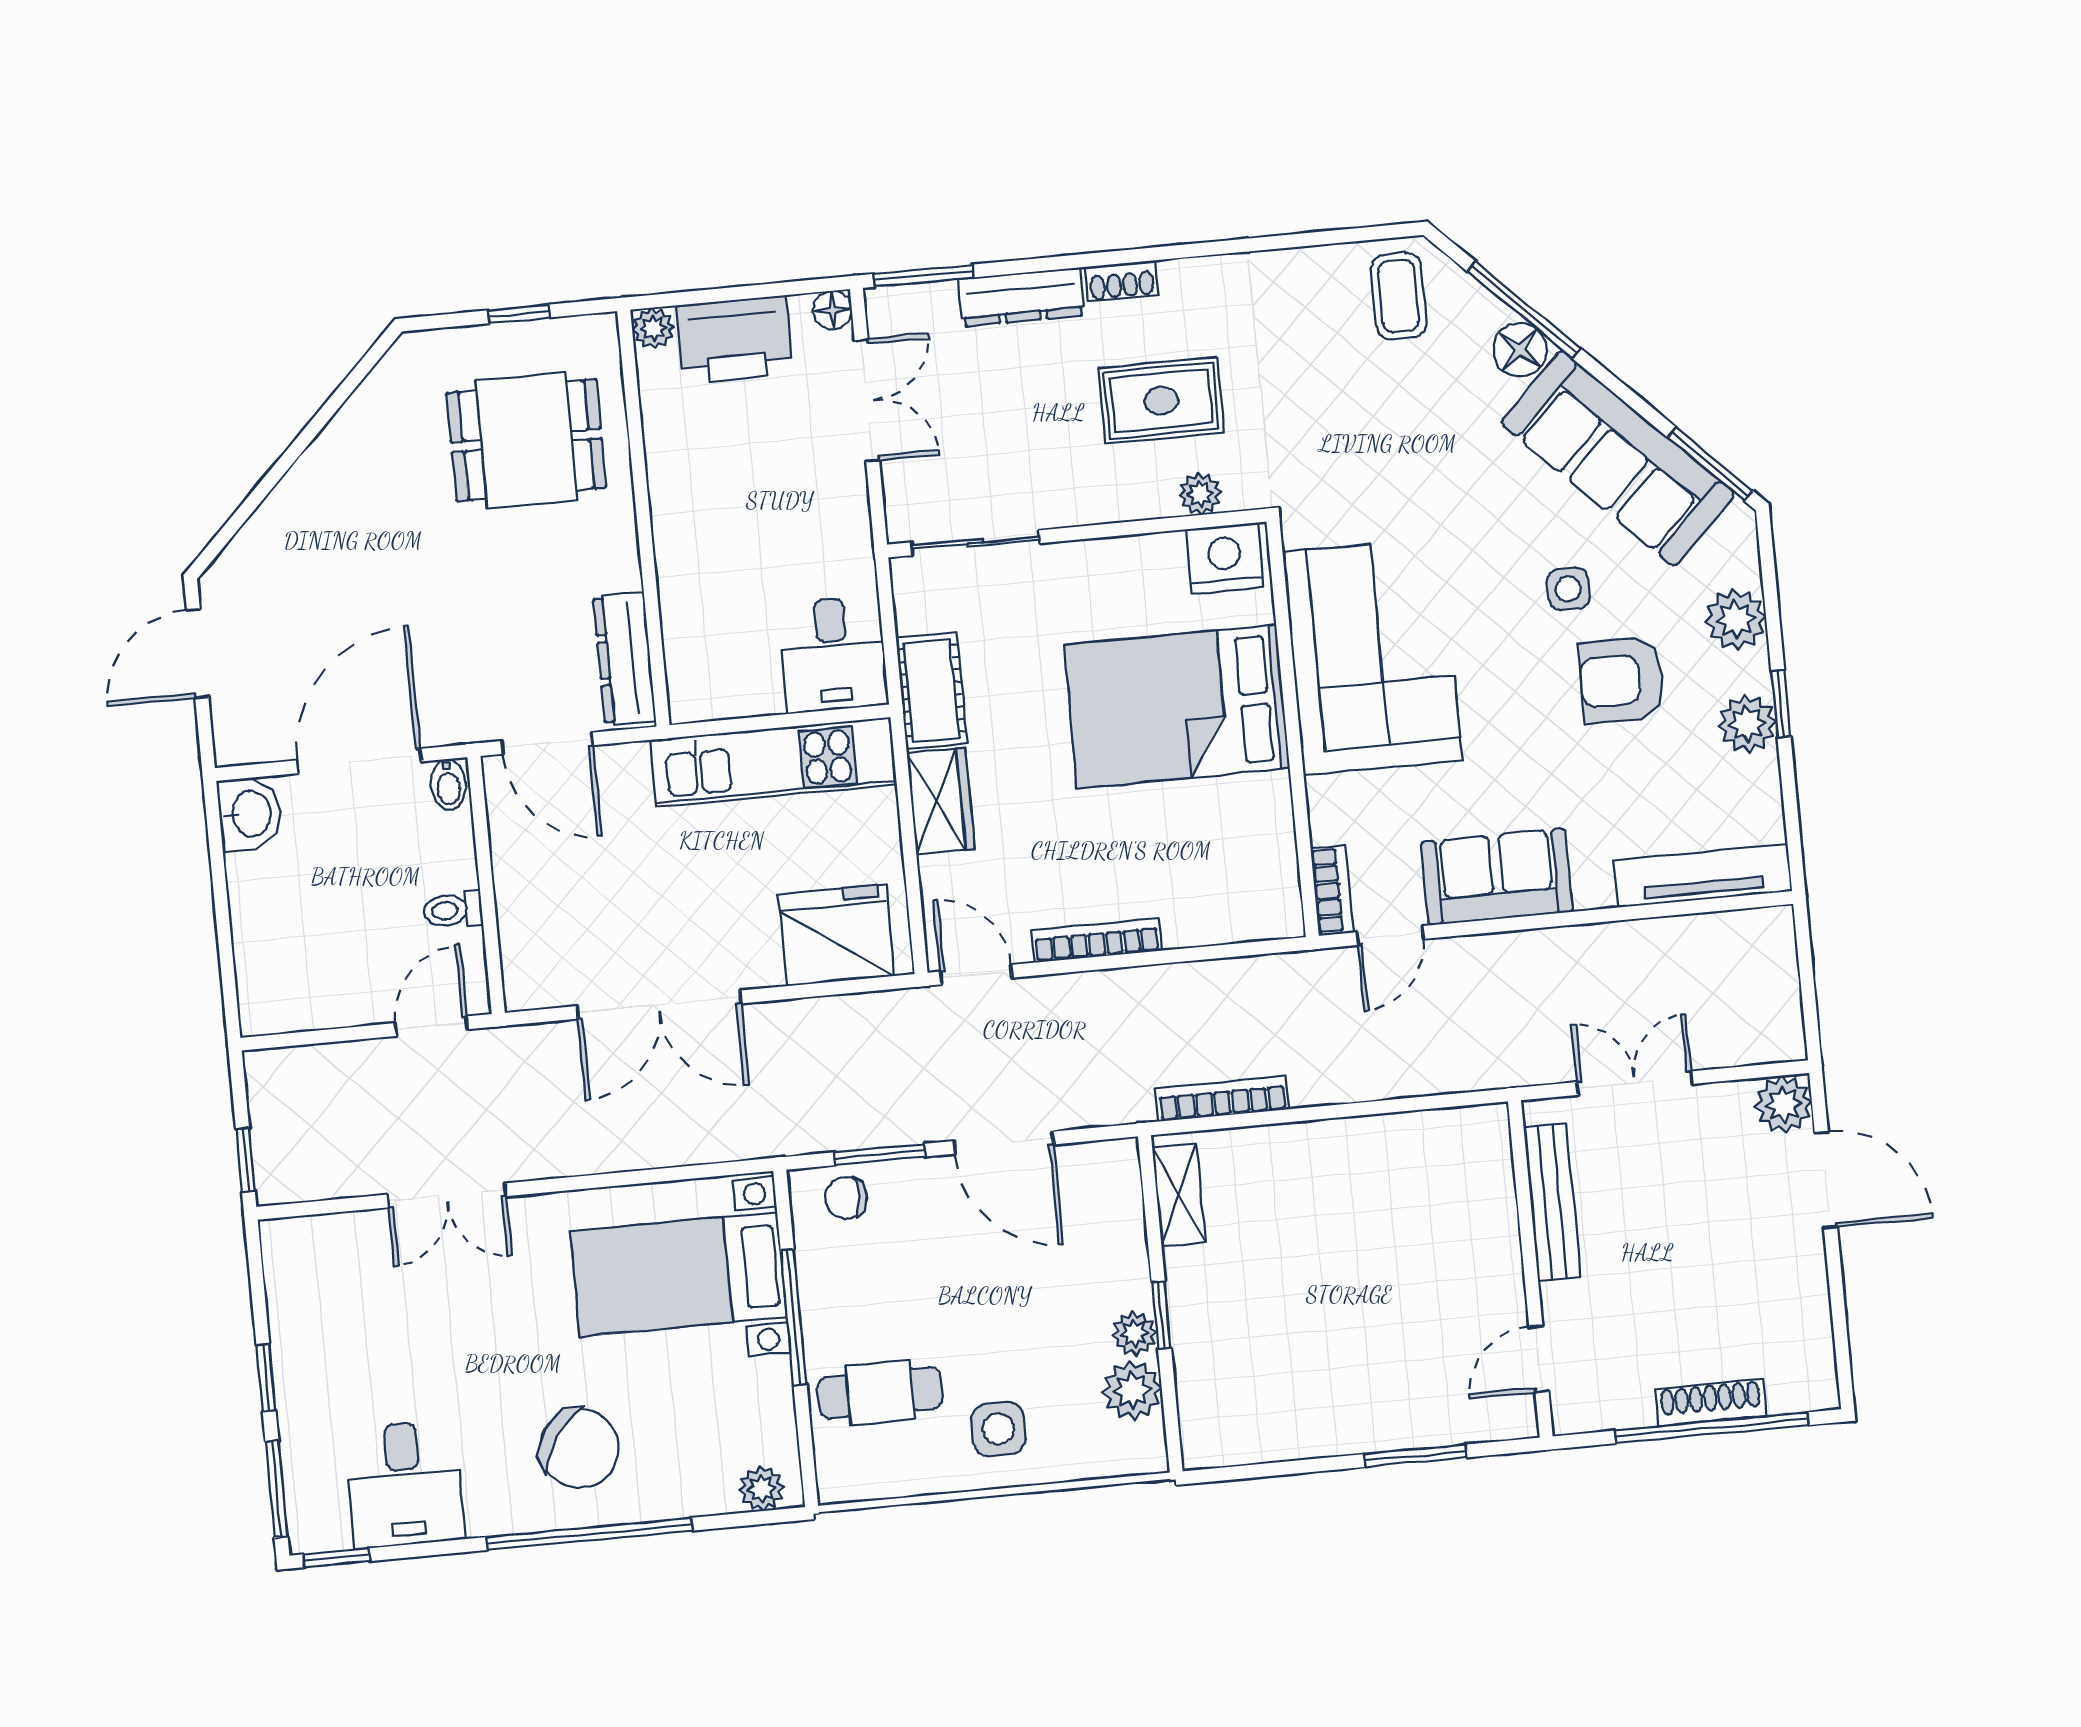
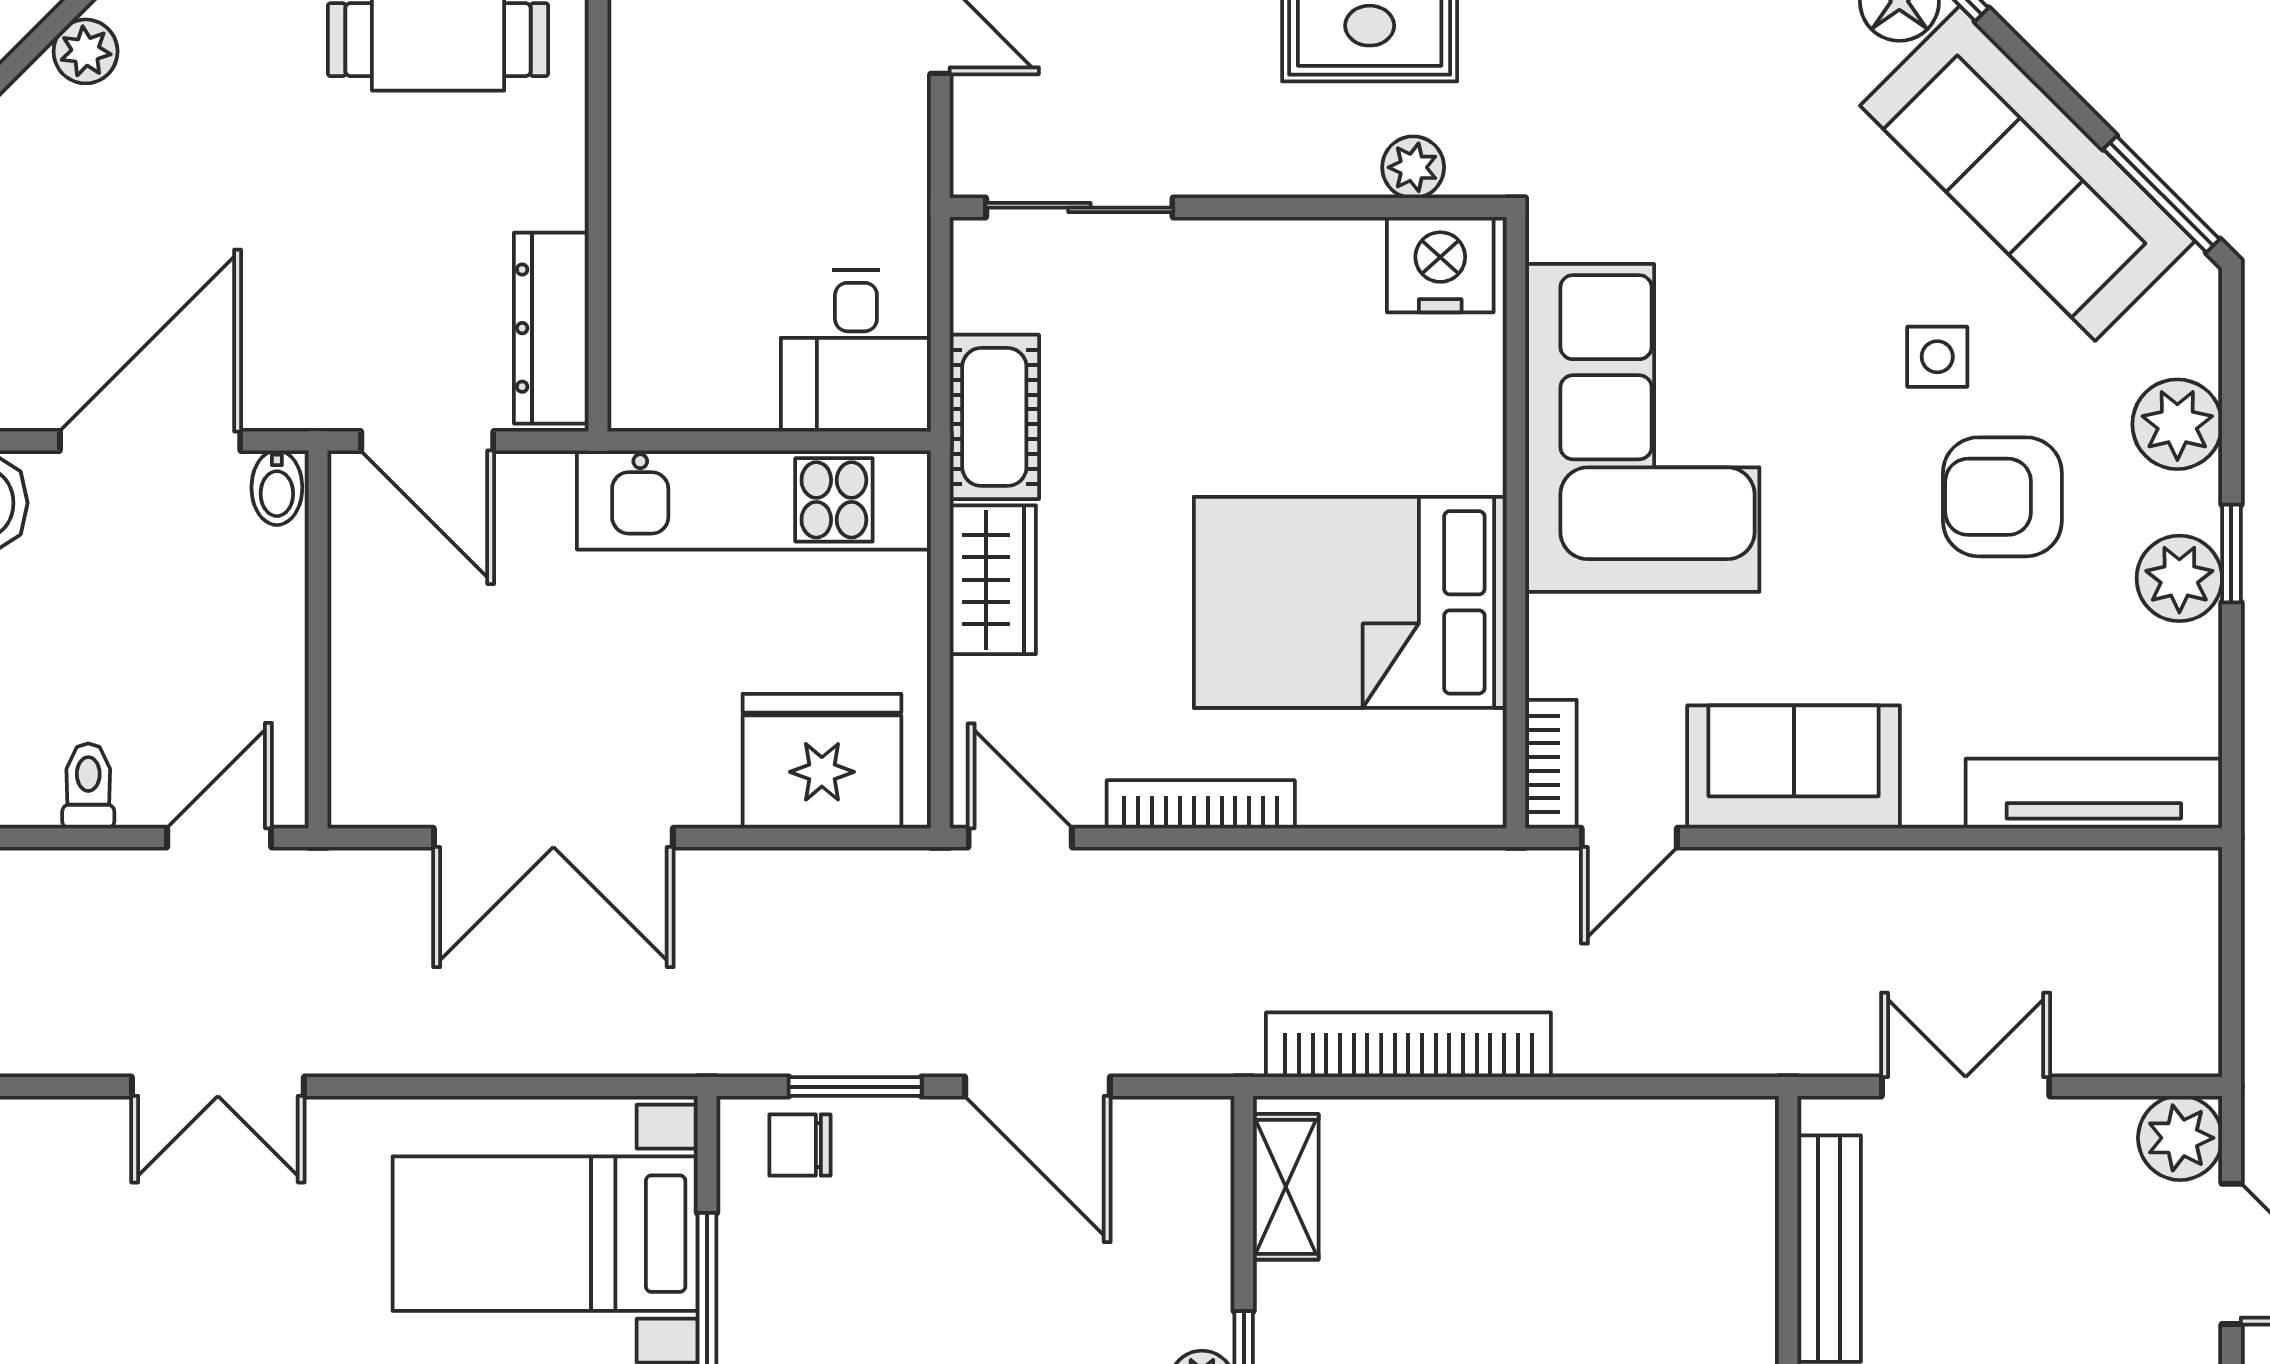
plant: (290, 500) -> (86, 51), added
bed: (1177, 706) -> (1350, 602), moved
toilet: (453, 910) -> (88, 786), moved, turned 90
bookcase: (1222, 1099) -> (1408, 1045), width x1.48, depth x1.31

